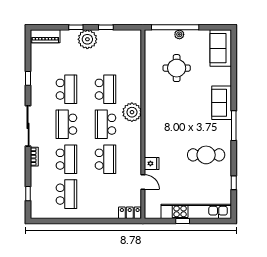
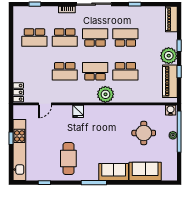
water cooler: (150, 37) -> (171, 110), added
piano: (117, 38) -> (170, 81), added
sofa: (221, 48) -> (145, 171), moved
school desk: (66, 89) -> (125, 37), turned 180
fridge: (152, 163) -> (78, 111), moved

